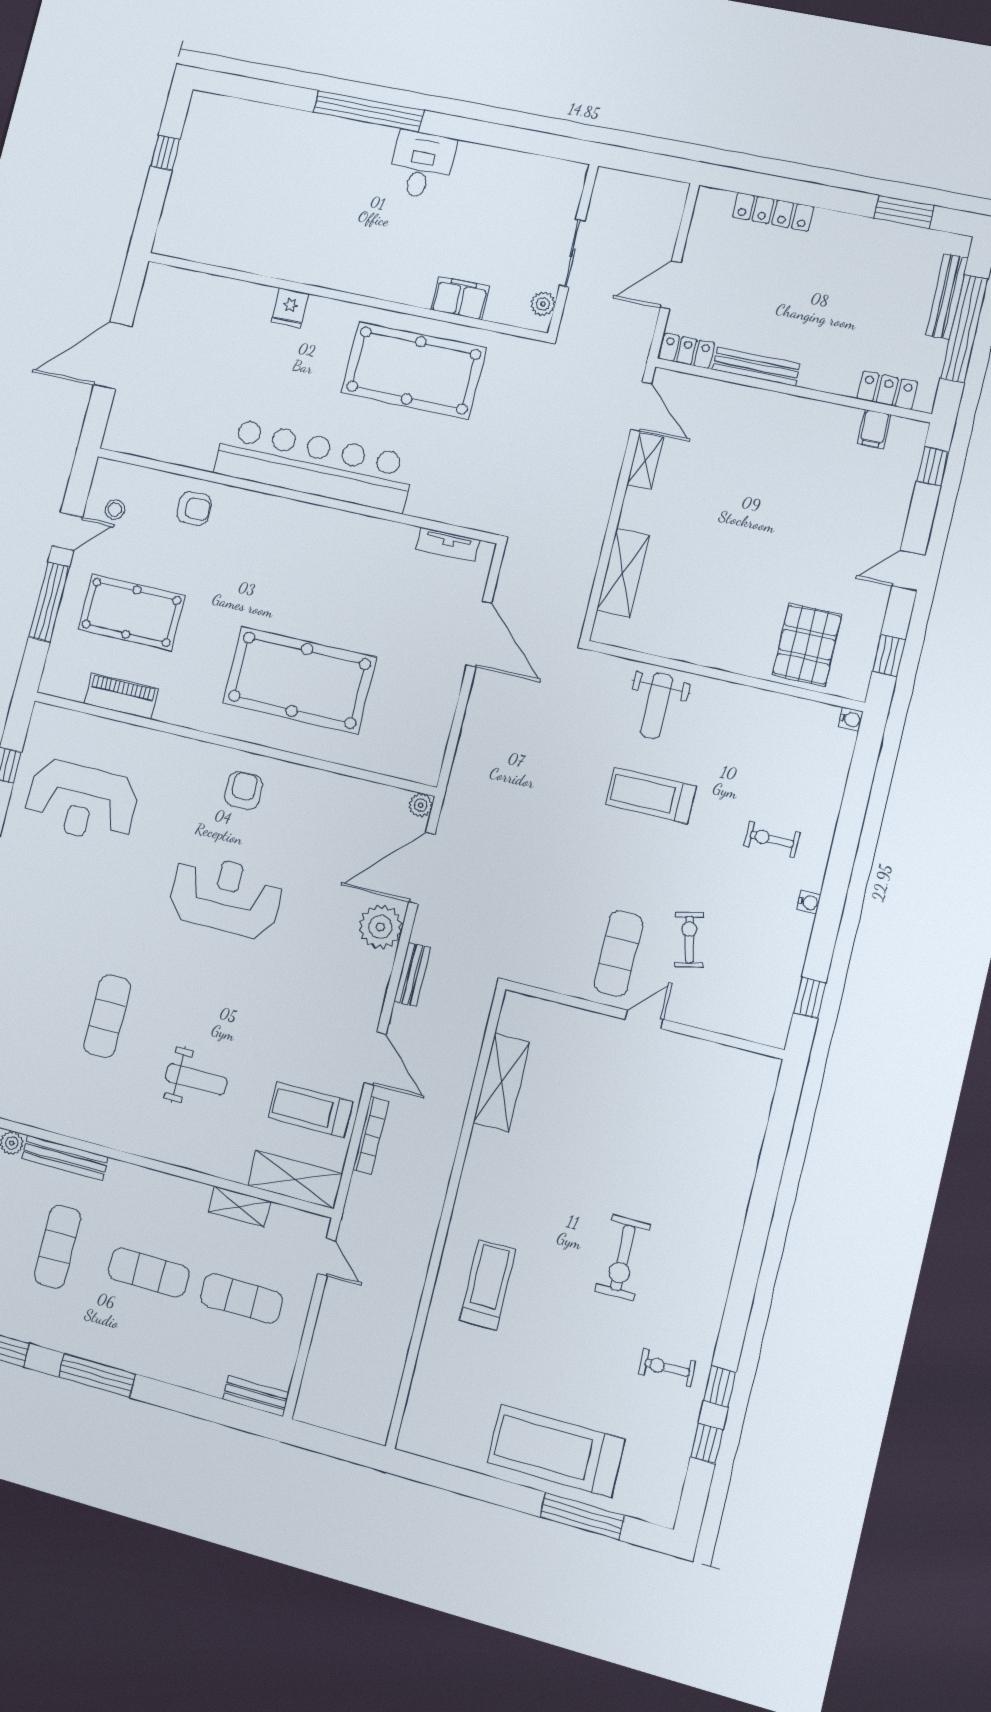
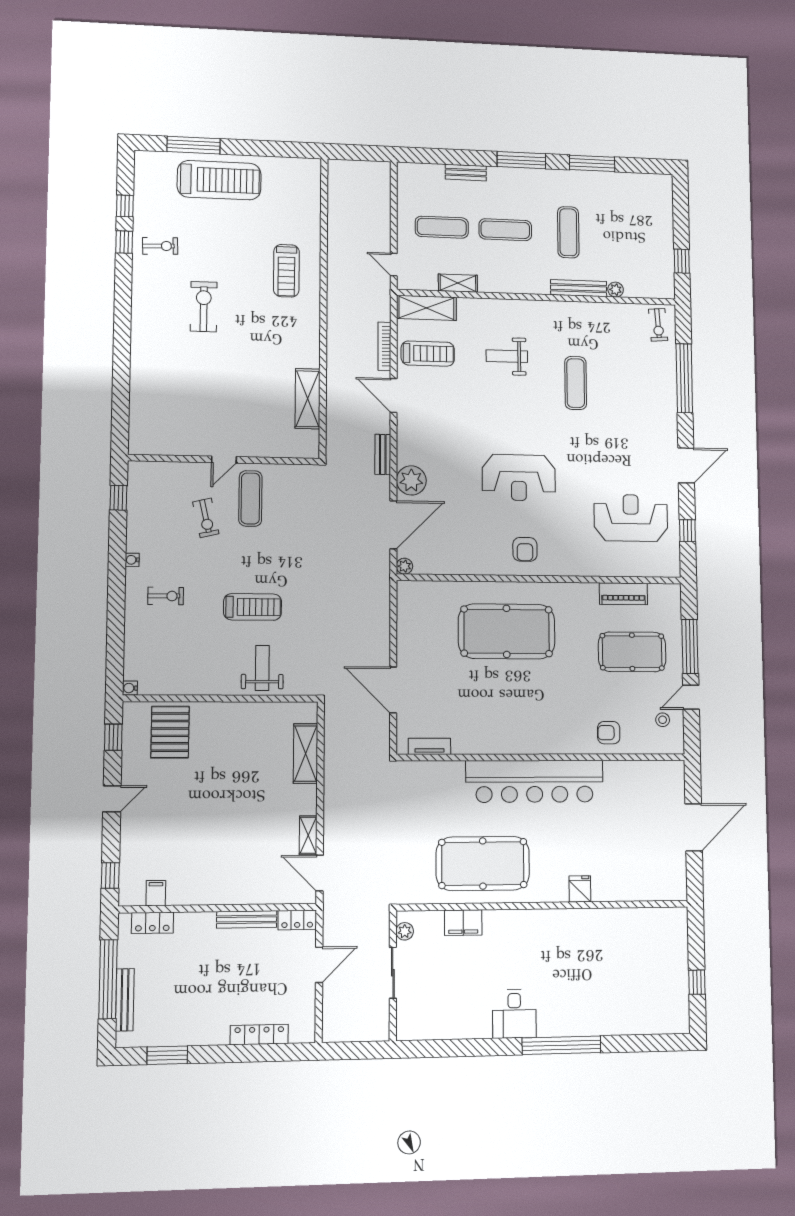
bench: (256, 1396) -> (466, 173), moved

